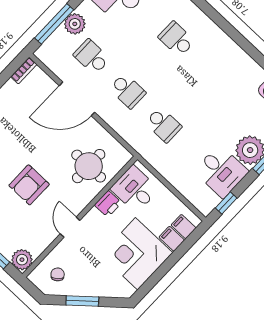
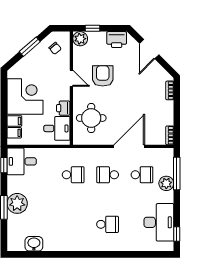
school desk: (163, 125) -> (73, 175), turned 180
desk: (221, 171) -> (22, 161), moved
armchair: (29, 185) -> (103, 76), moved

